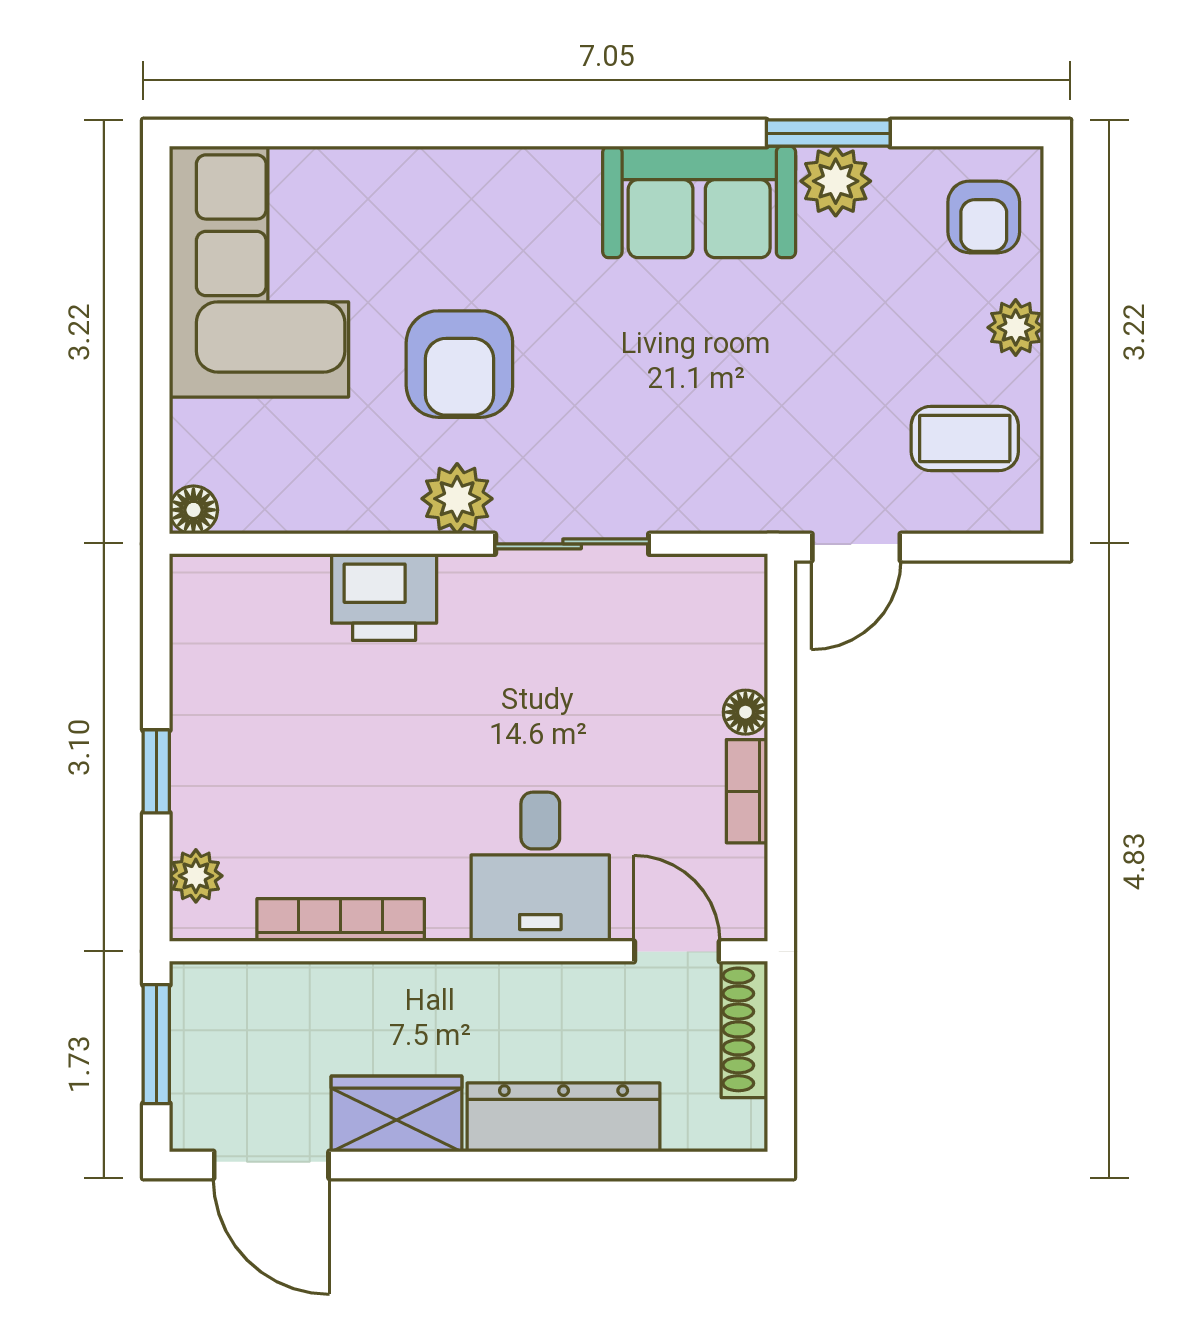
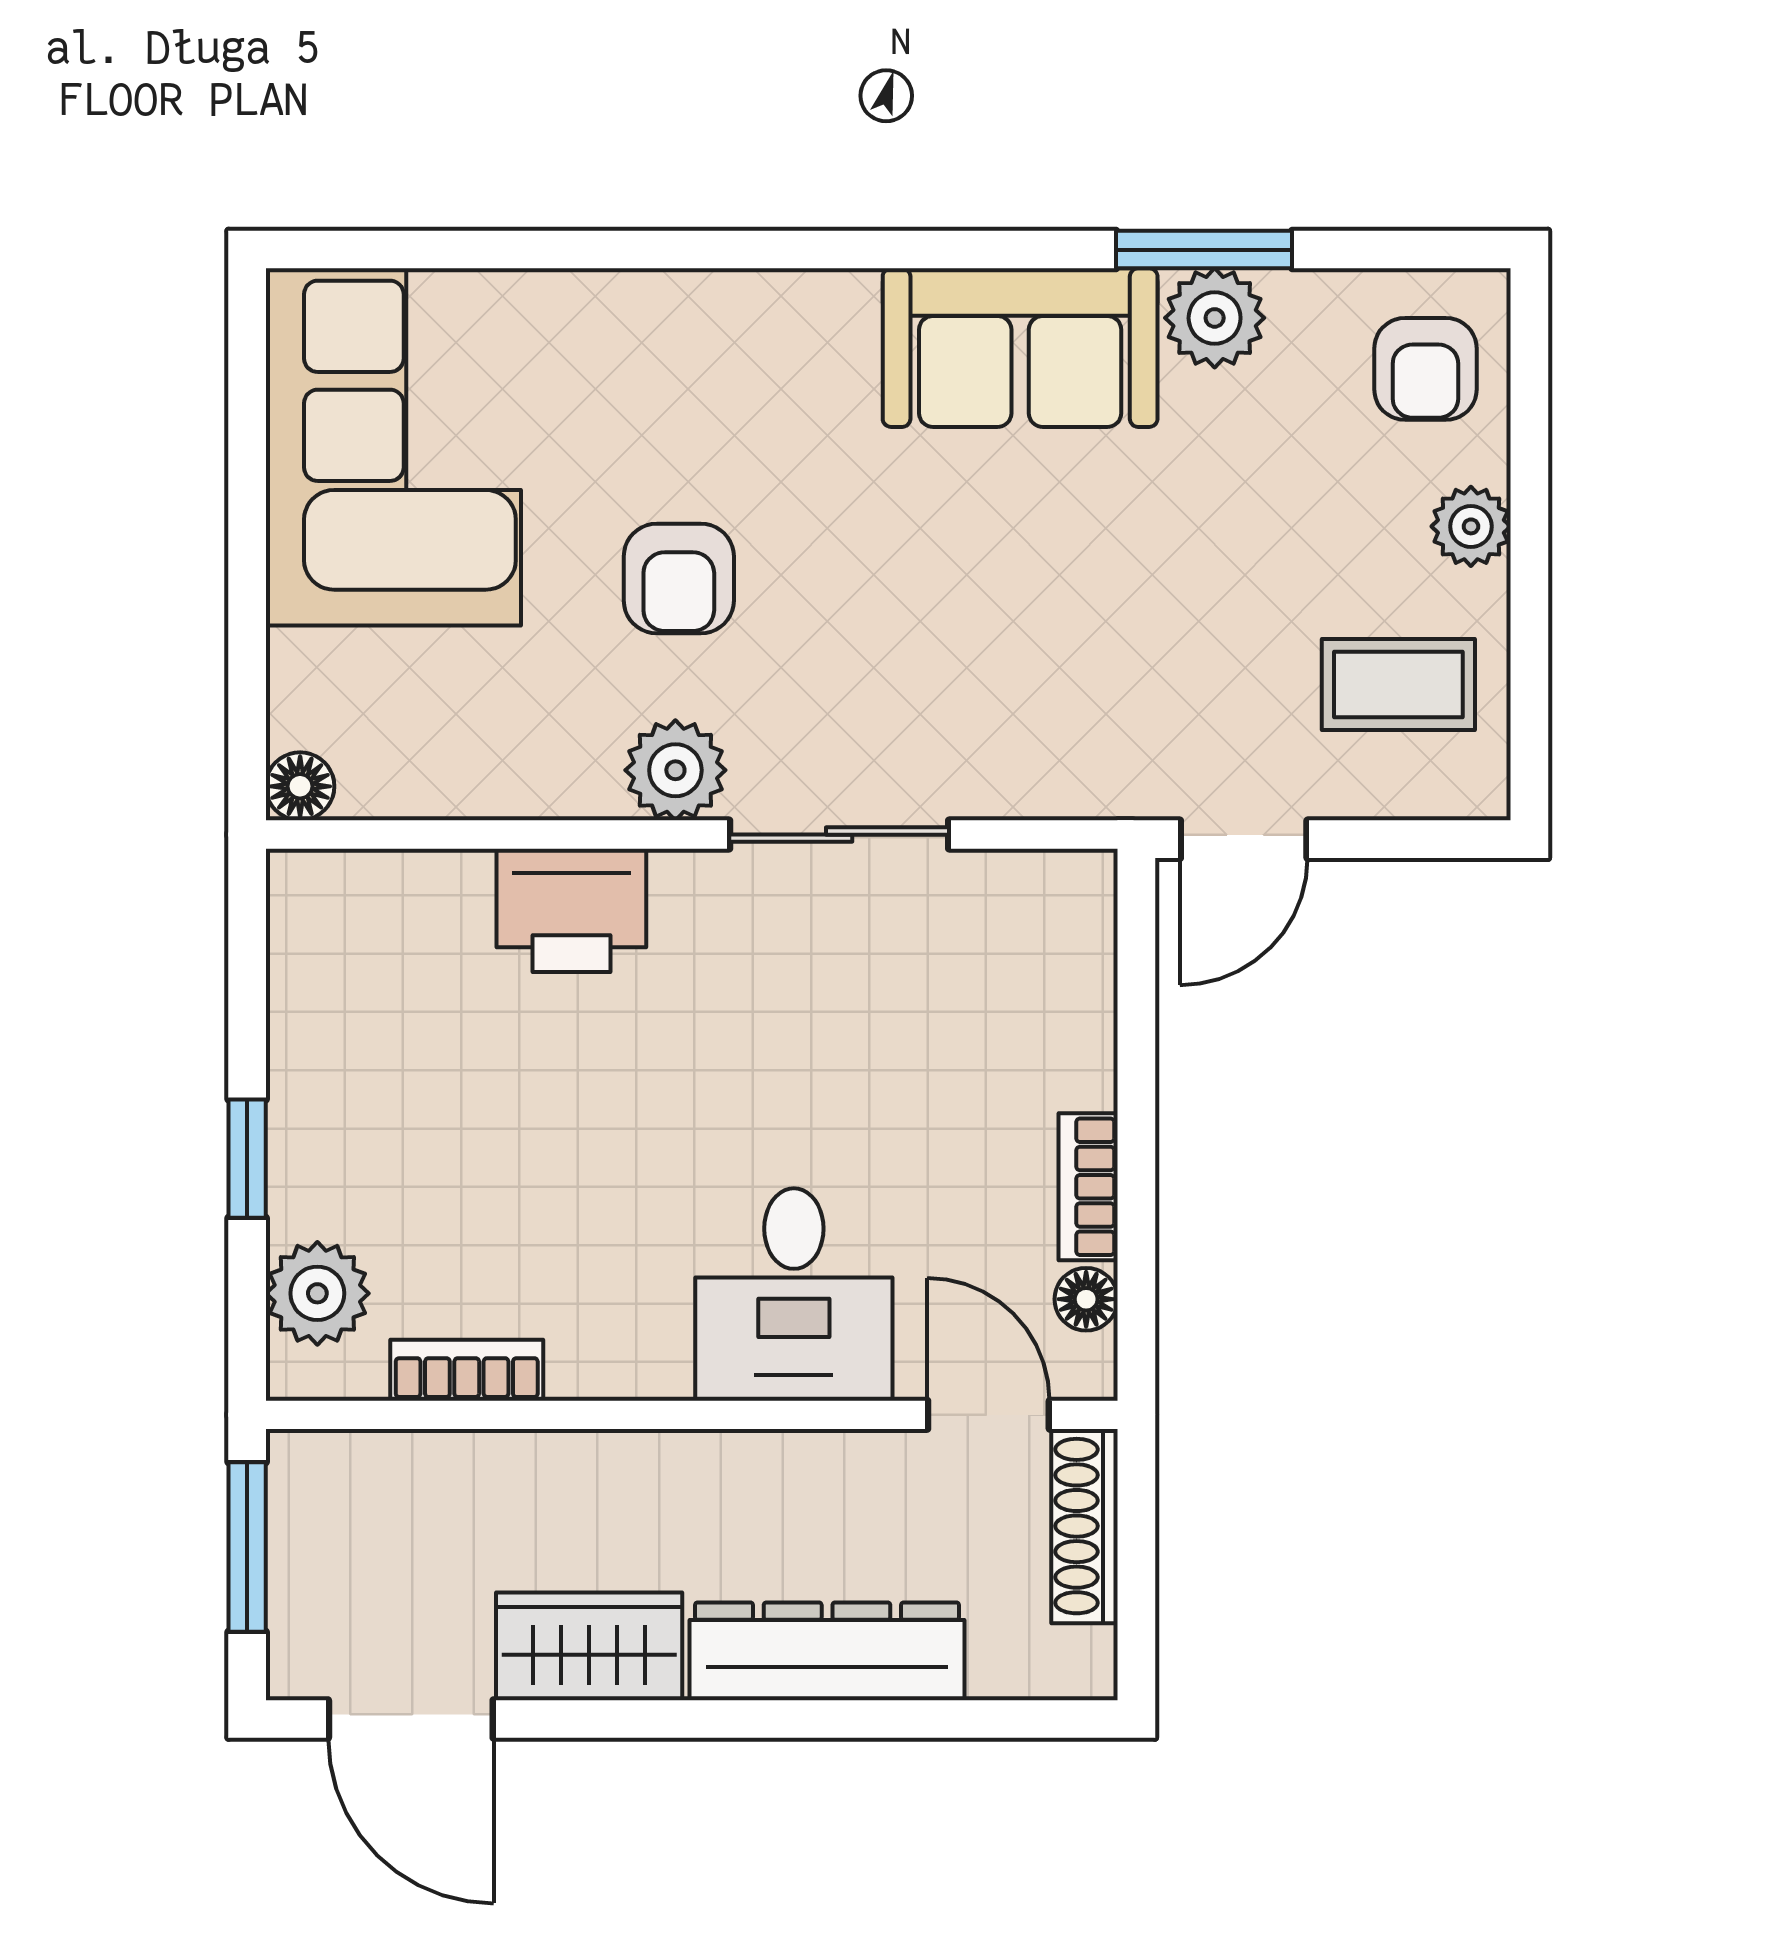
armchair: (459, 364) -> (679, 578), width x0.72, depth x0.72
floor lamp: (745, 712) -> (1086, 1299), moved
plant: (196, 876) -> (317, 1293), width x1.38, depth x1.38
bookcase: (341, 920) -> (467, 1370), width x0.64

